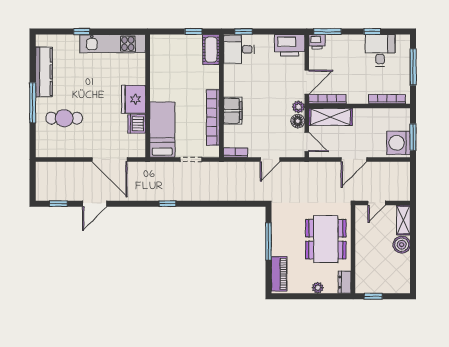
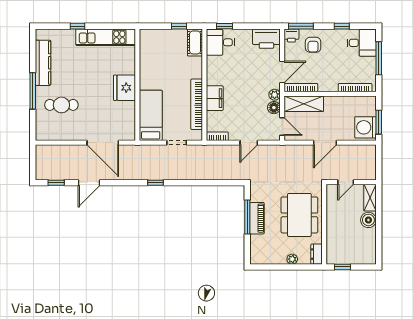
desk: (380, 50) -> (362, 43), moved, turned 90
armchair: (341, 52) -> (313, 45), added
dishwasher: (137, 124) -> (127, 110), removed
piano: (279, 274) -> (257, 218), moved

